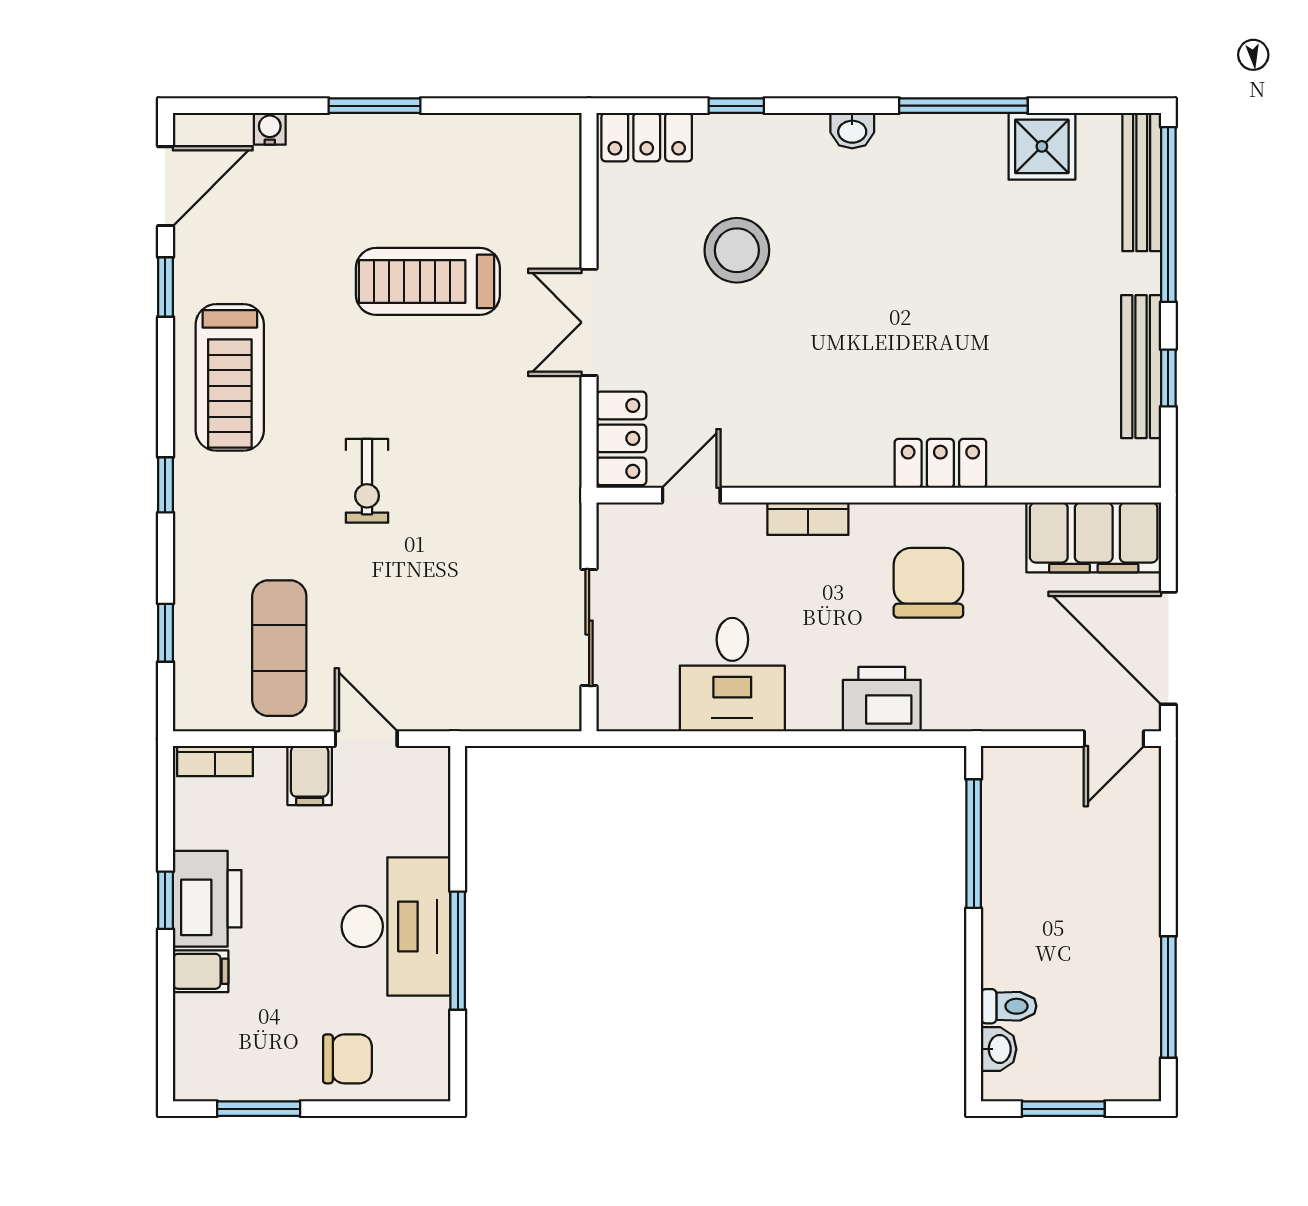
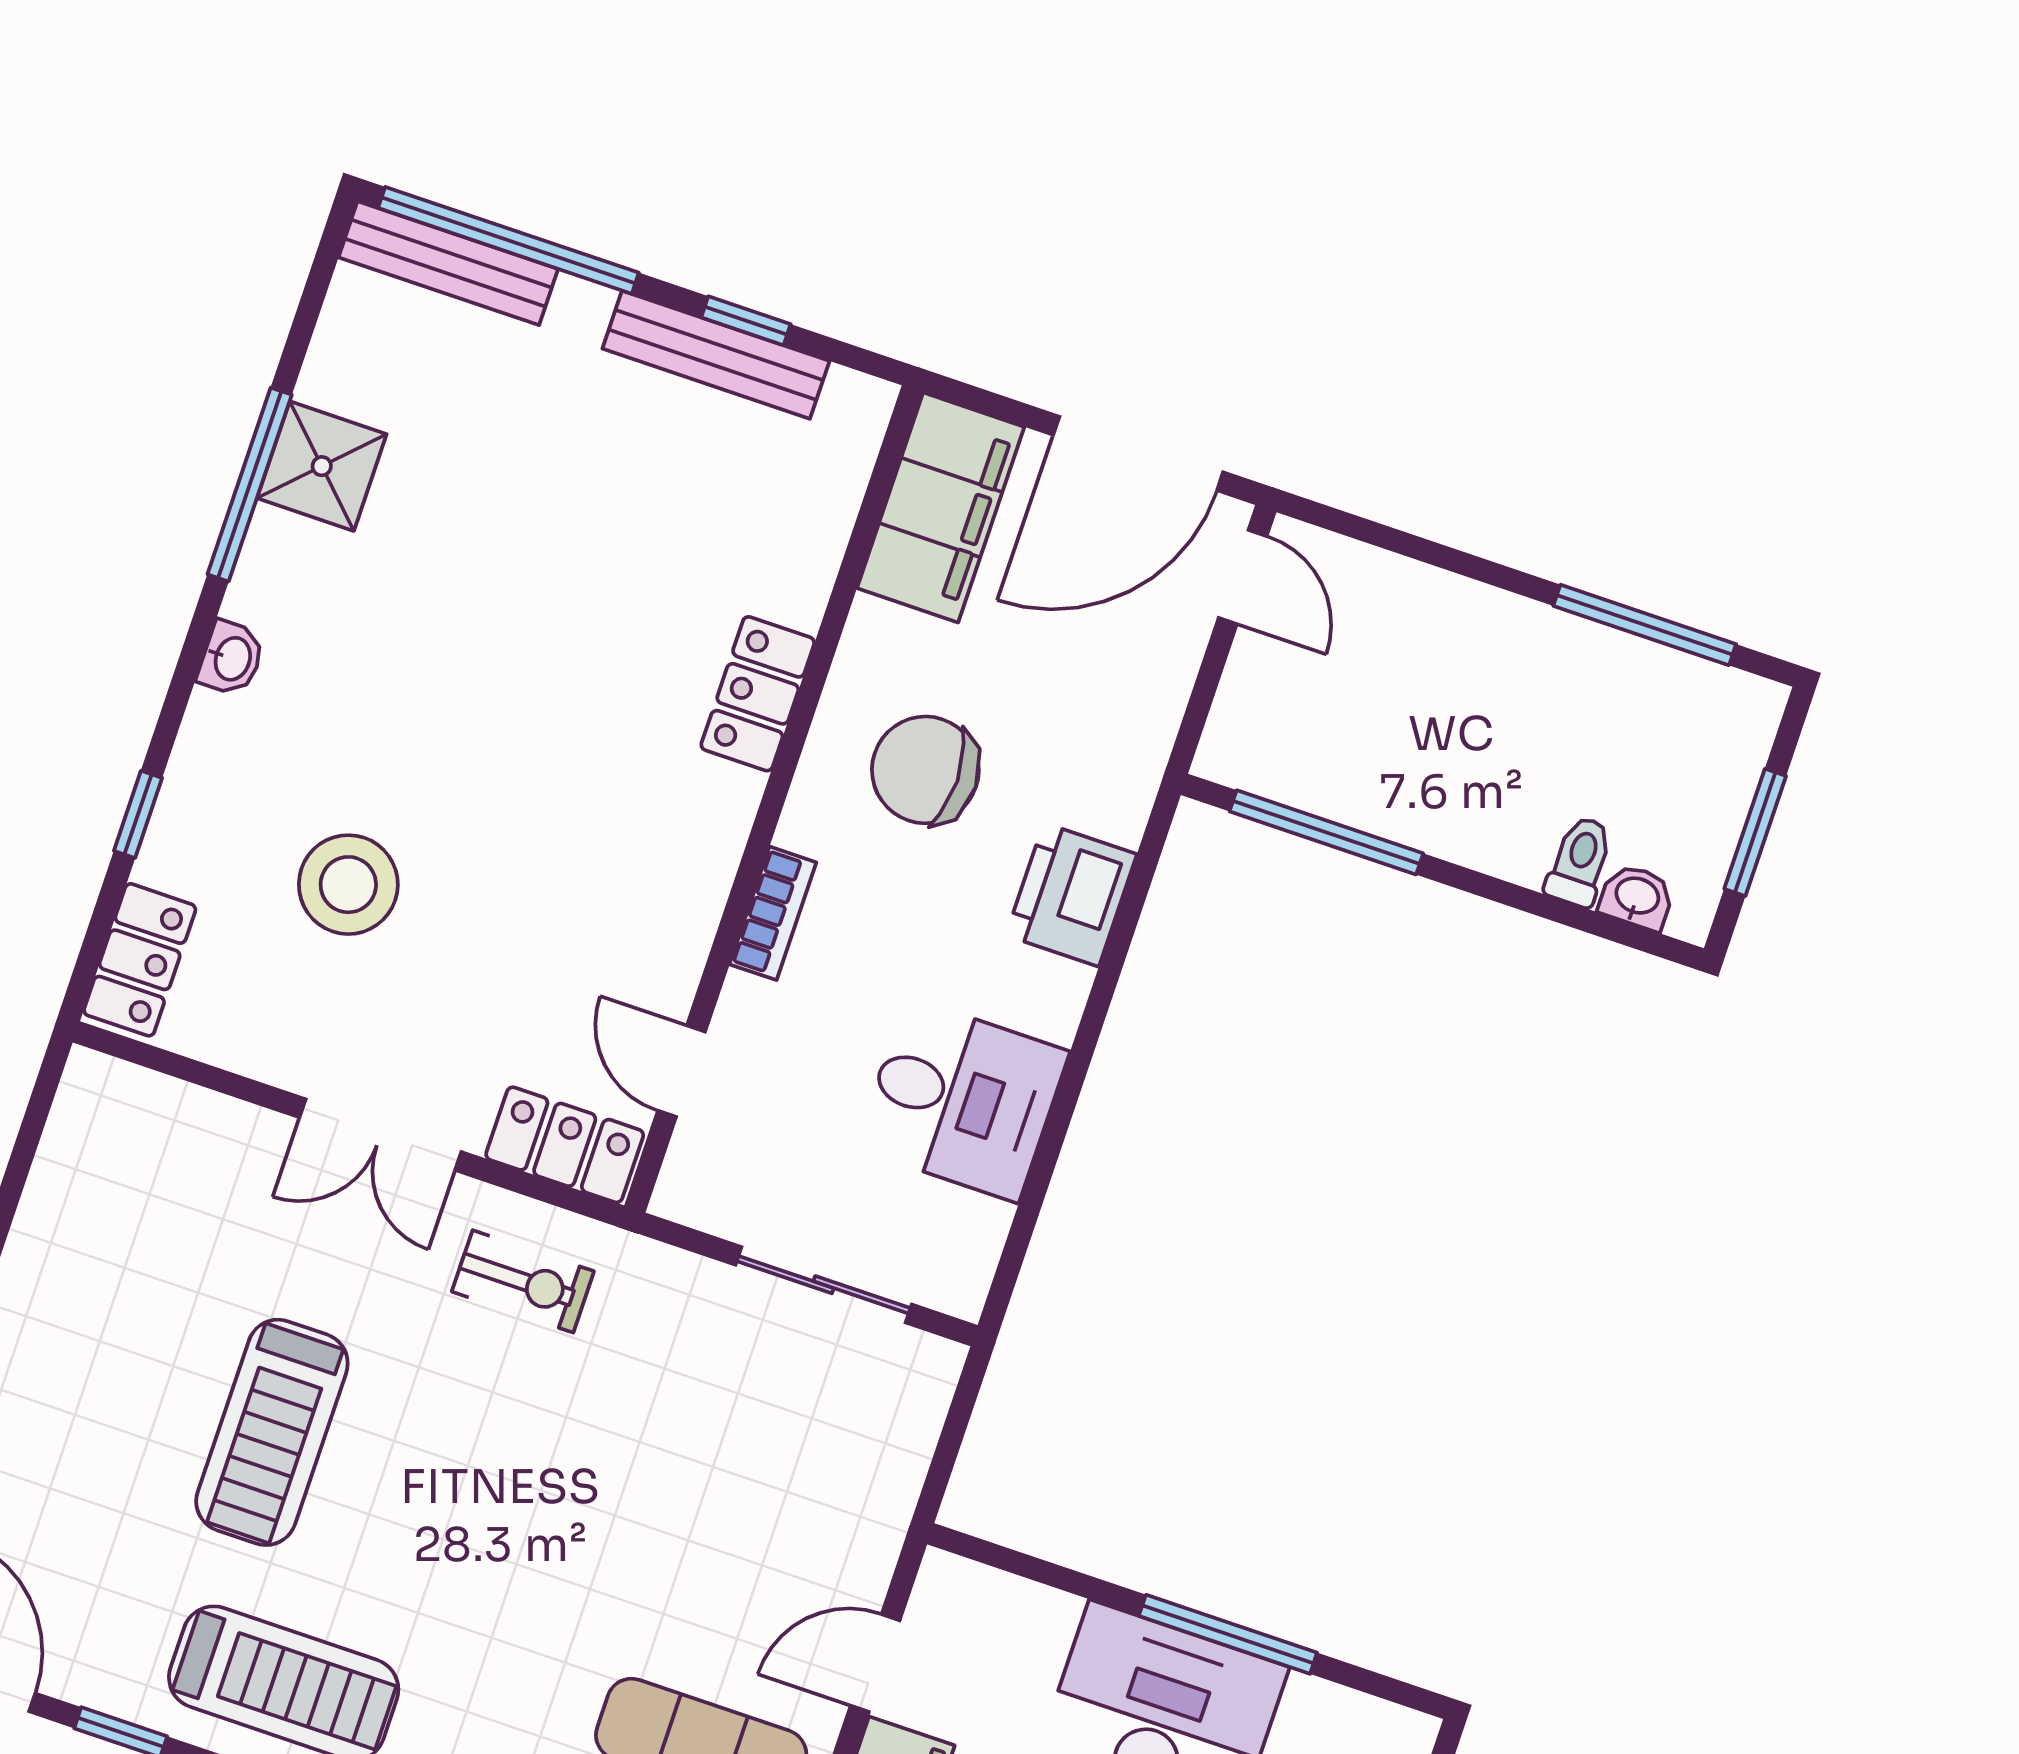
shower: (1042, 146) -> (322, 466), moved
treadmill: (428, 281) -> (272, 1432), moved
exercise bike: (367, 481) -> (523, 1281), moved

